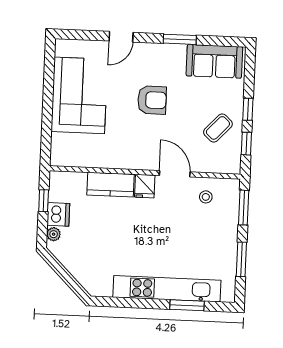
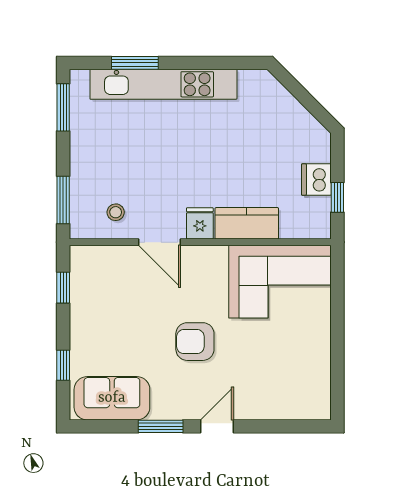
door: (121, 37) -> (217, 426), moved
corner sofa: (79, 95) -> (280, 282), moved, turned -90
window: (248, 109) -> (63, 365), moved
coffee table: (218, 128) -> (103, 307), removed
plant: (54, 234) -> (322, 152), removed
window: (241, 259) -> (63, 107), moved

